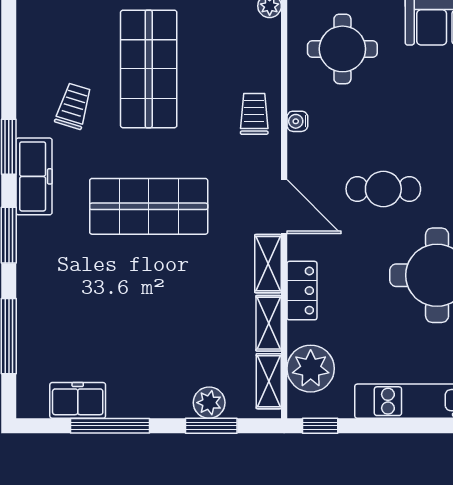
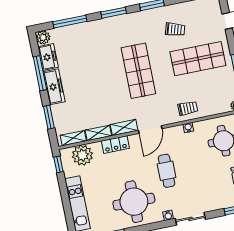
freezer: (34, 176) -> (54, 87), moved, turned -90
plant: (209, 403) -> (43, 37), moved

